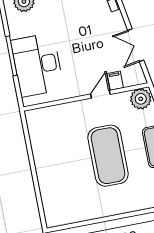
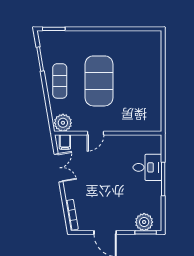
desk: (37, 65) -> (147, 167), width x0.53, depth x0.77
filing cabinet: (115, 81) -> (65, 142), moved

